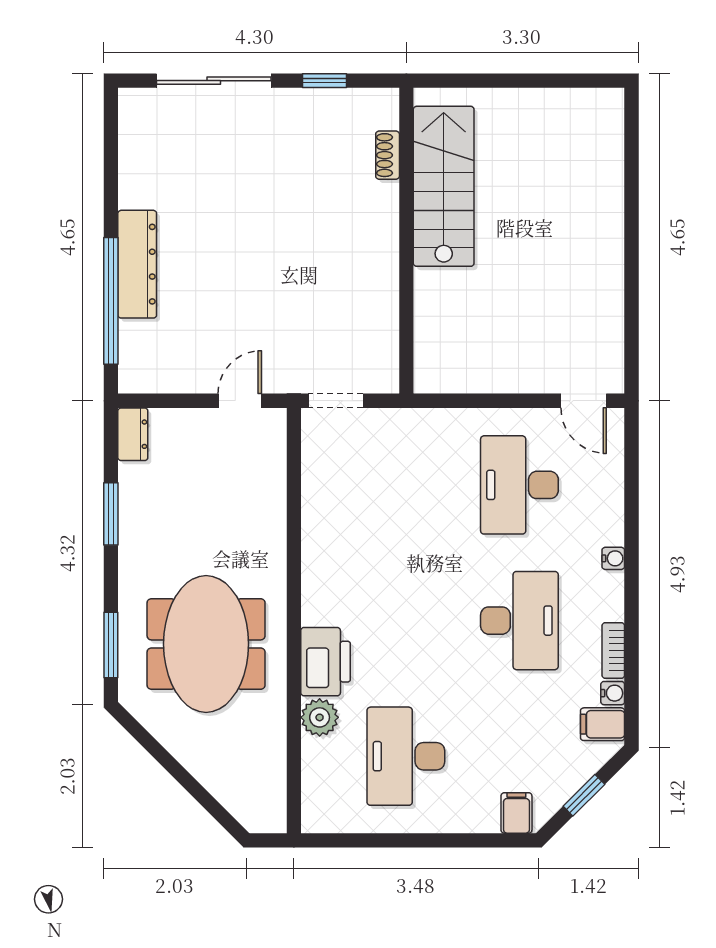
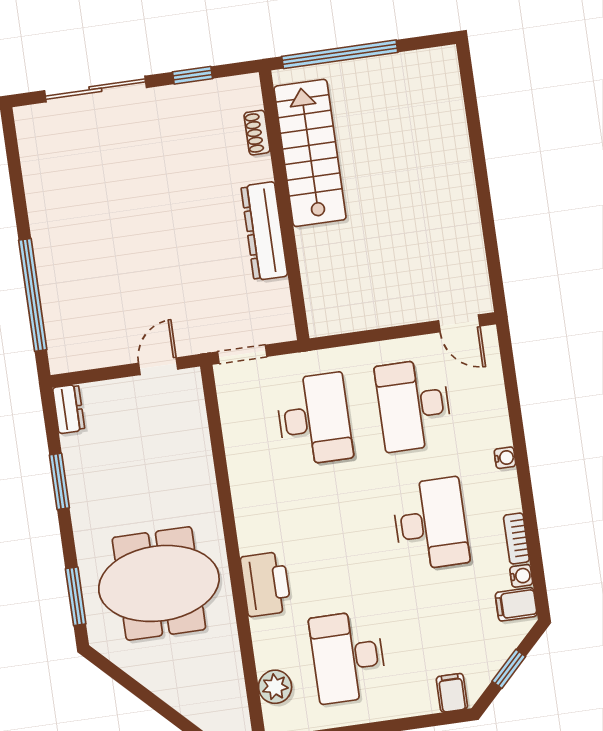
window: (493, 81) -> (340, 54), added
dresser: (137, 264) -> (264, 231), moved, turned 180
desk: (406, 485) -> (314, 419), added
meeting table: (206, 644) -> (159, 583), turned 90
plant: (320, 717) -> (275, 687), moved

